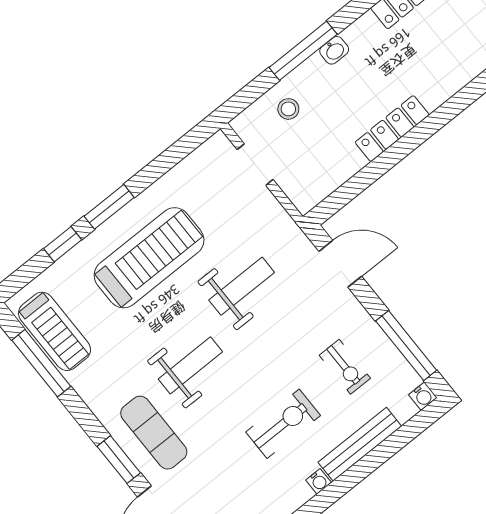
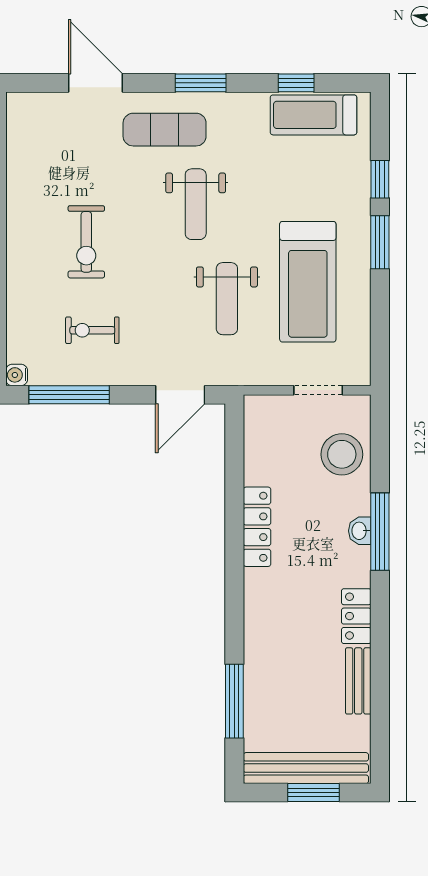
window: (303, 51) -> (380, 532), moved
stool: (288, 109) -> (342, 454), width x1.89, depth x1.89
treadmill: (149, 258) -> (308, 282), moved
window: (41, 363) -> (296, 83), width x0.46
bench: (360, 444) -> (19, 291), removed
window: (119, 460) -> (201, 83), moved
water cooler: (319, 481) -> (16, 233), removed

